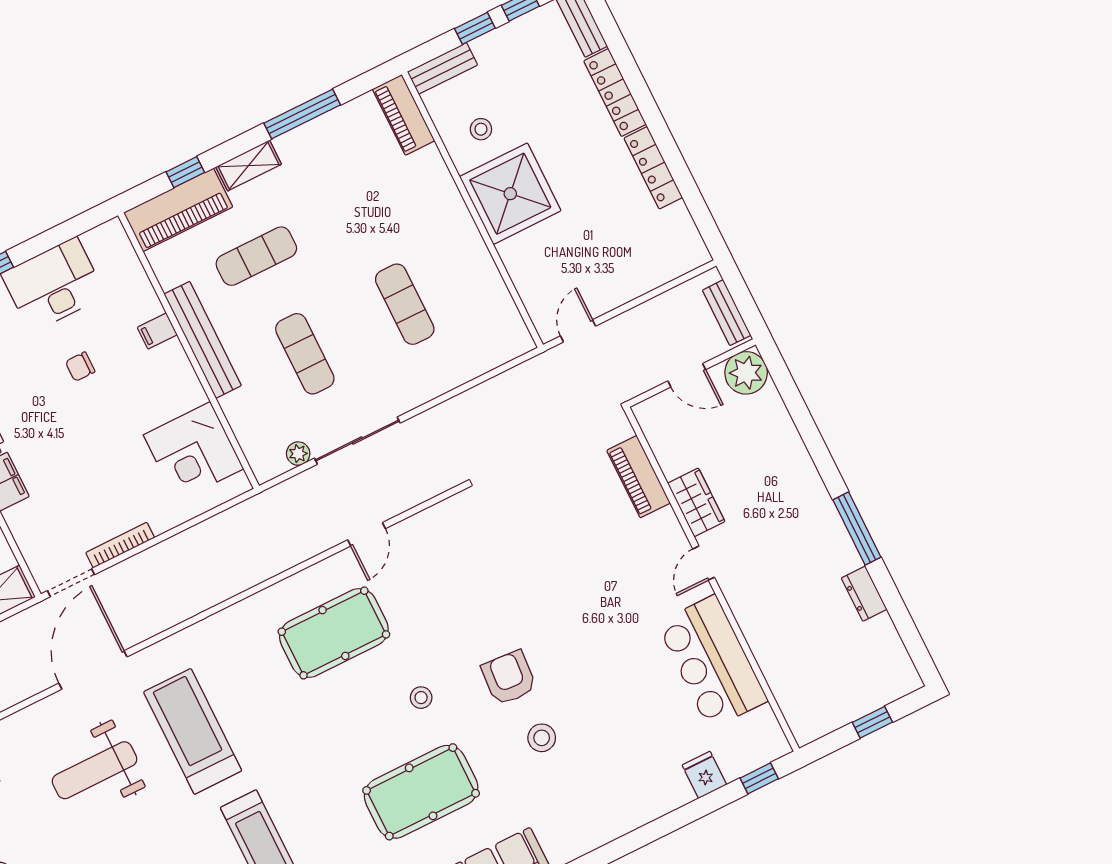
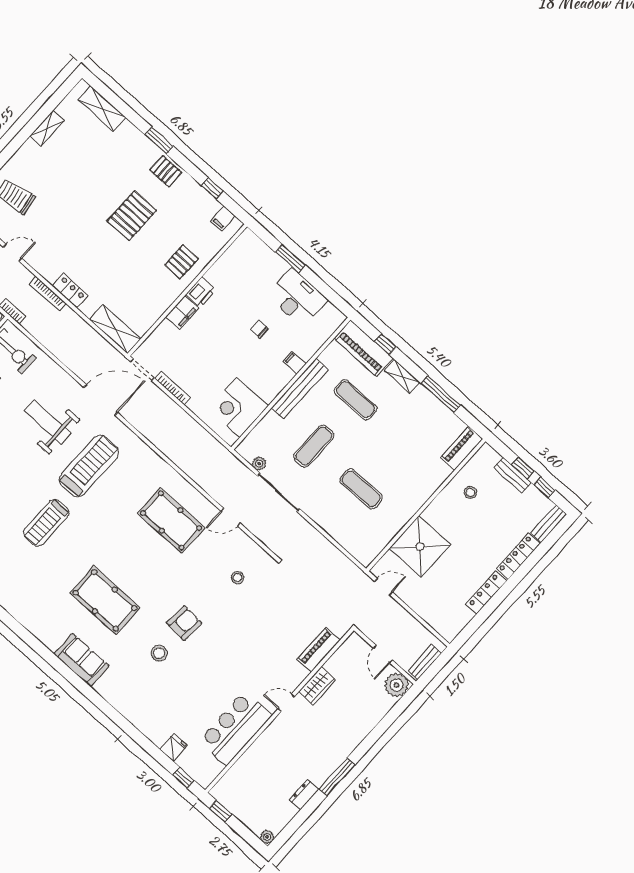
bench: (443, 68) -> (513, 475), moved
shower: (510, 194) -> (420, 547), moved
exercise mat: (405, 304) -> (361, 489), turned 90
plant: (909, 681) -> (267, 837), added
stool: (421, 698) -> (238, 578), moved
window: (872, 722) -> (221, 811), moved

